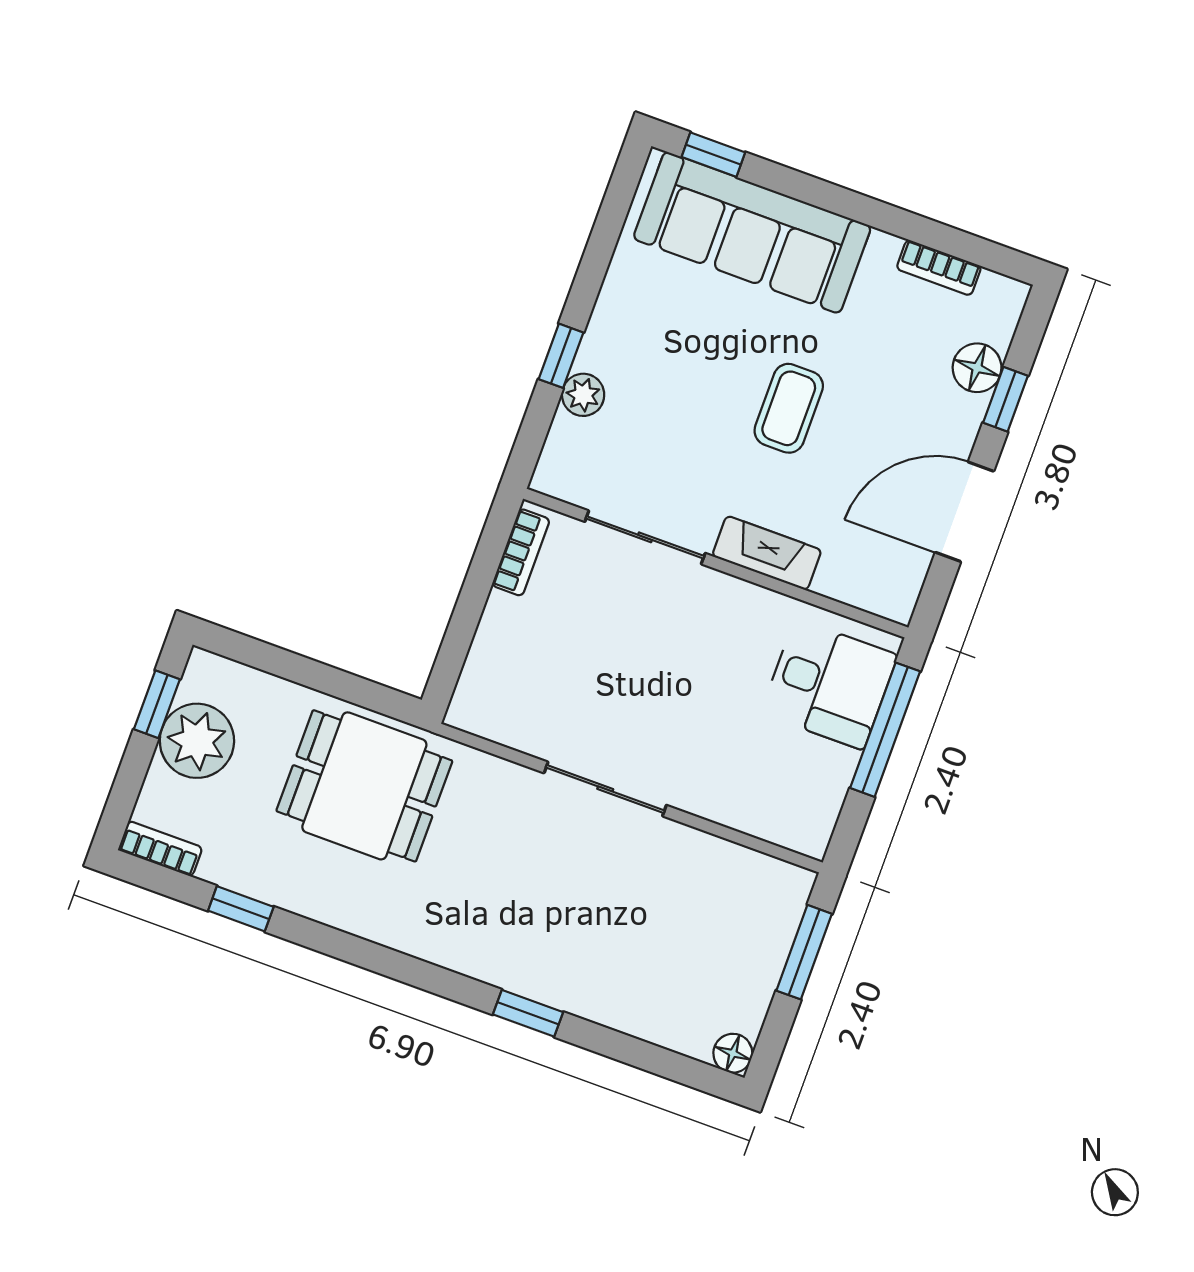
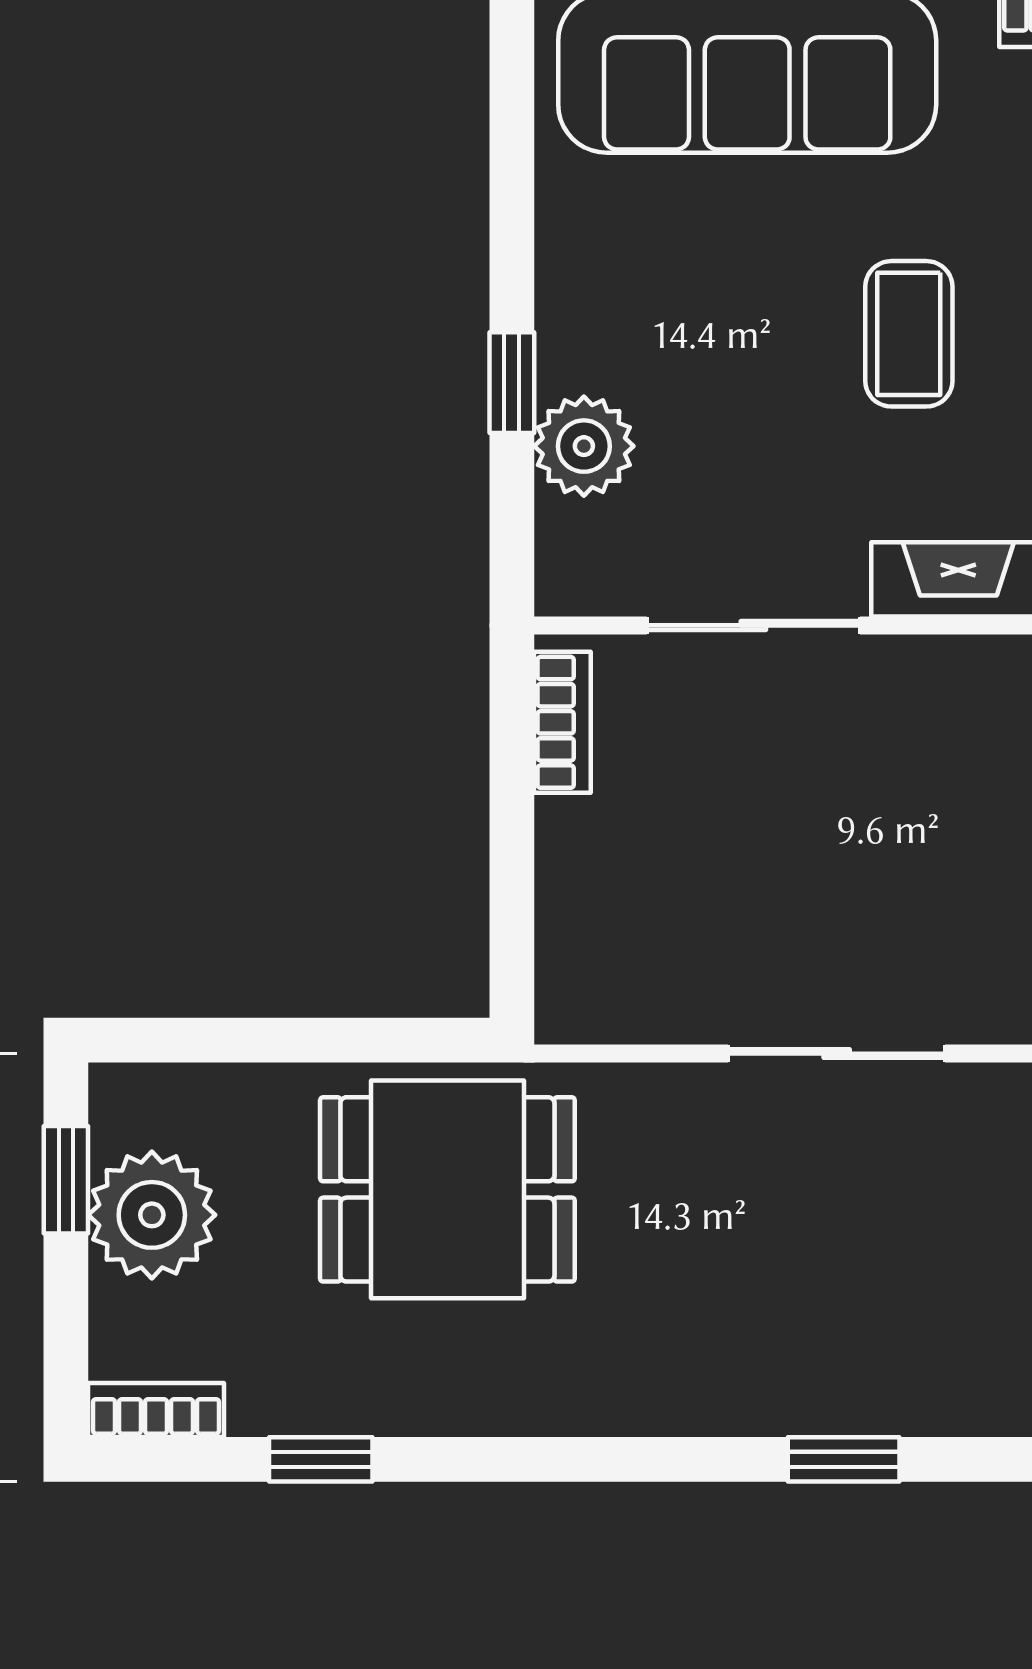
plant: (583, 395) -> (584, 446), width x1.38, depth x1.38

